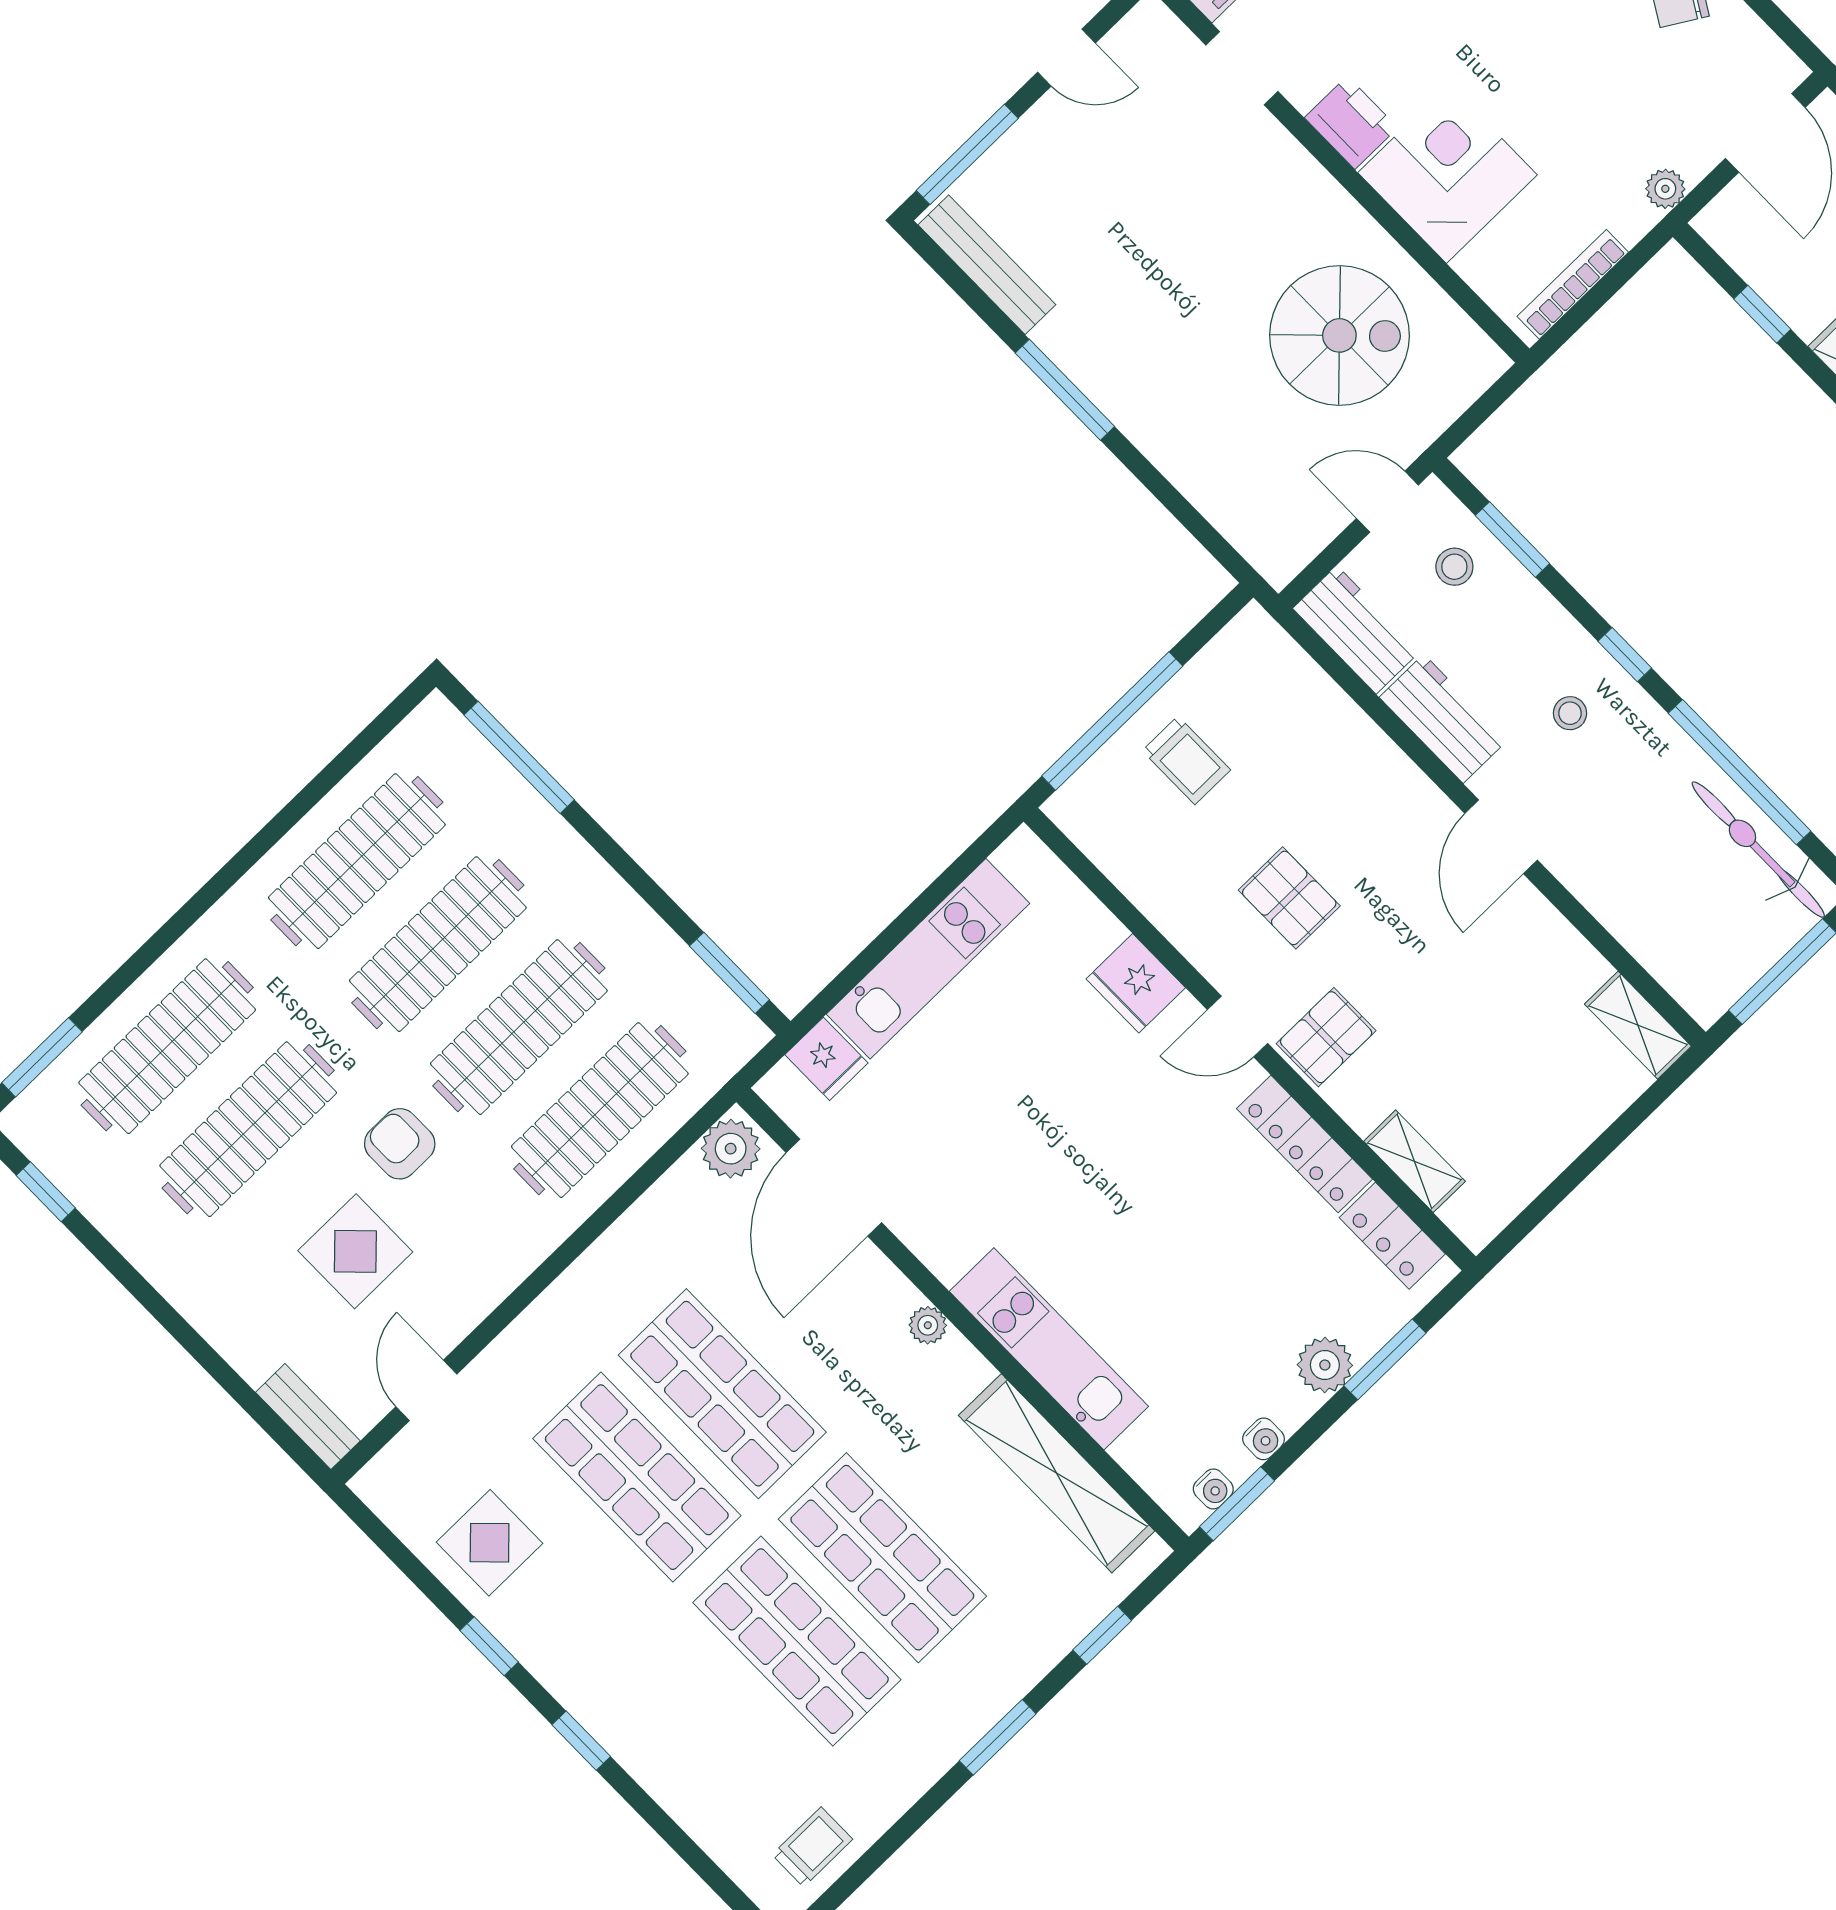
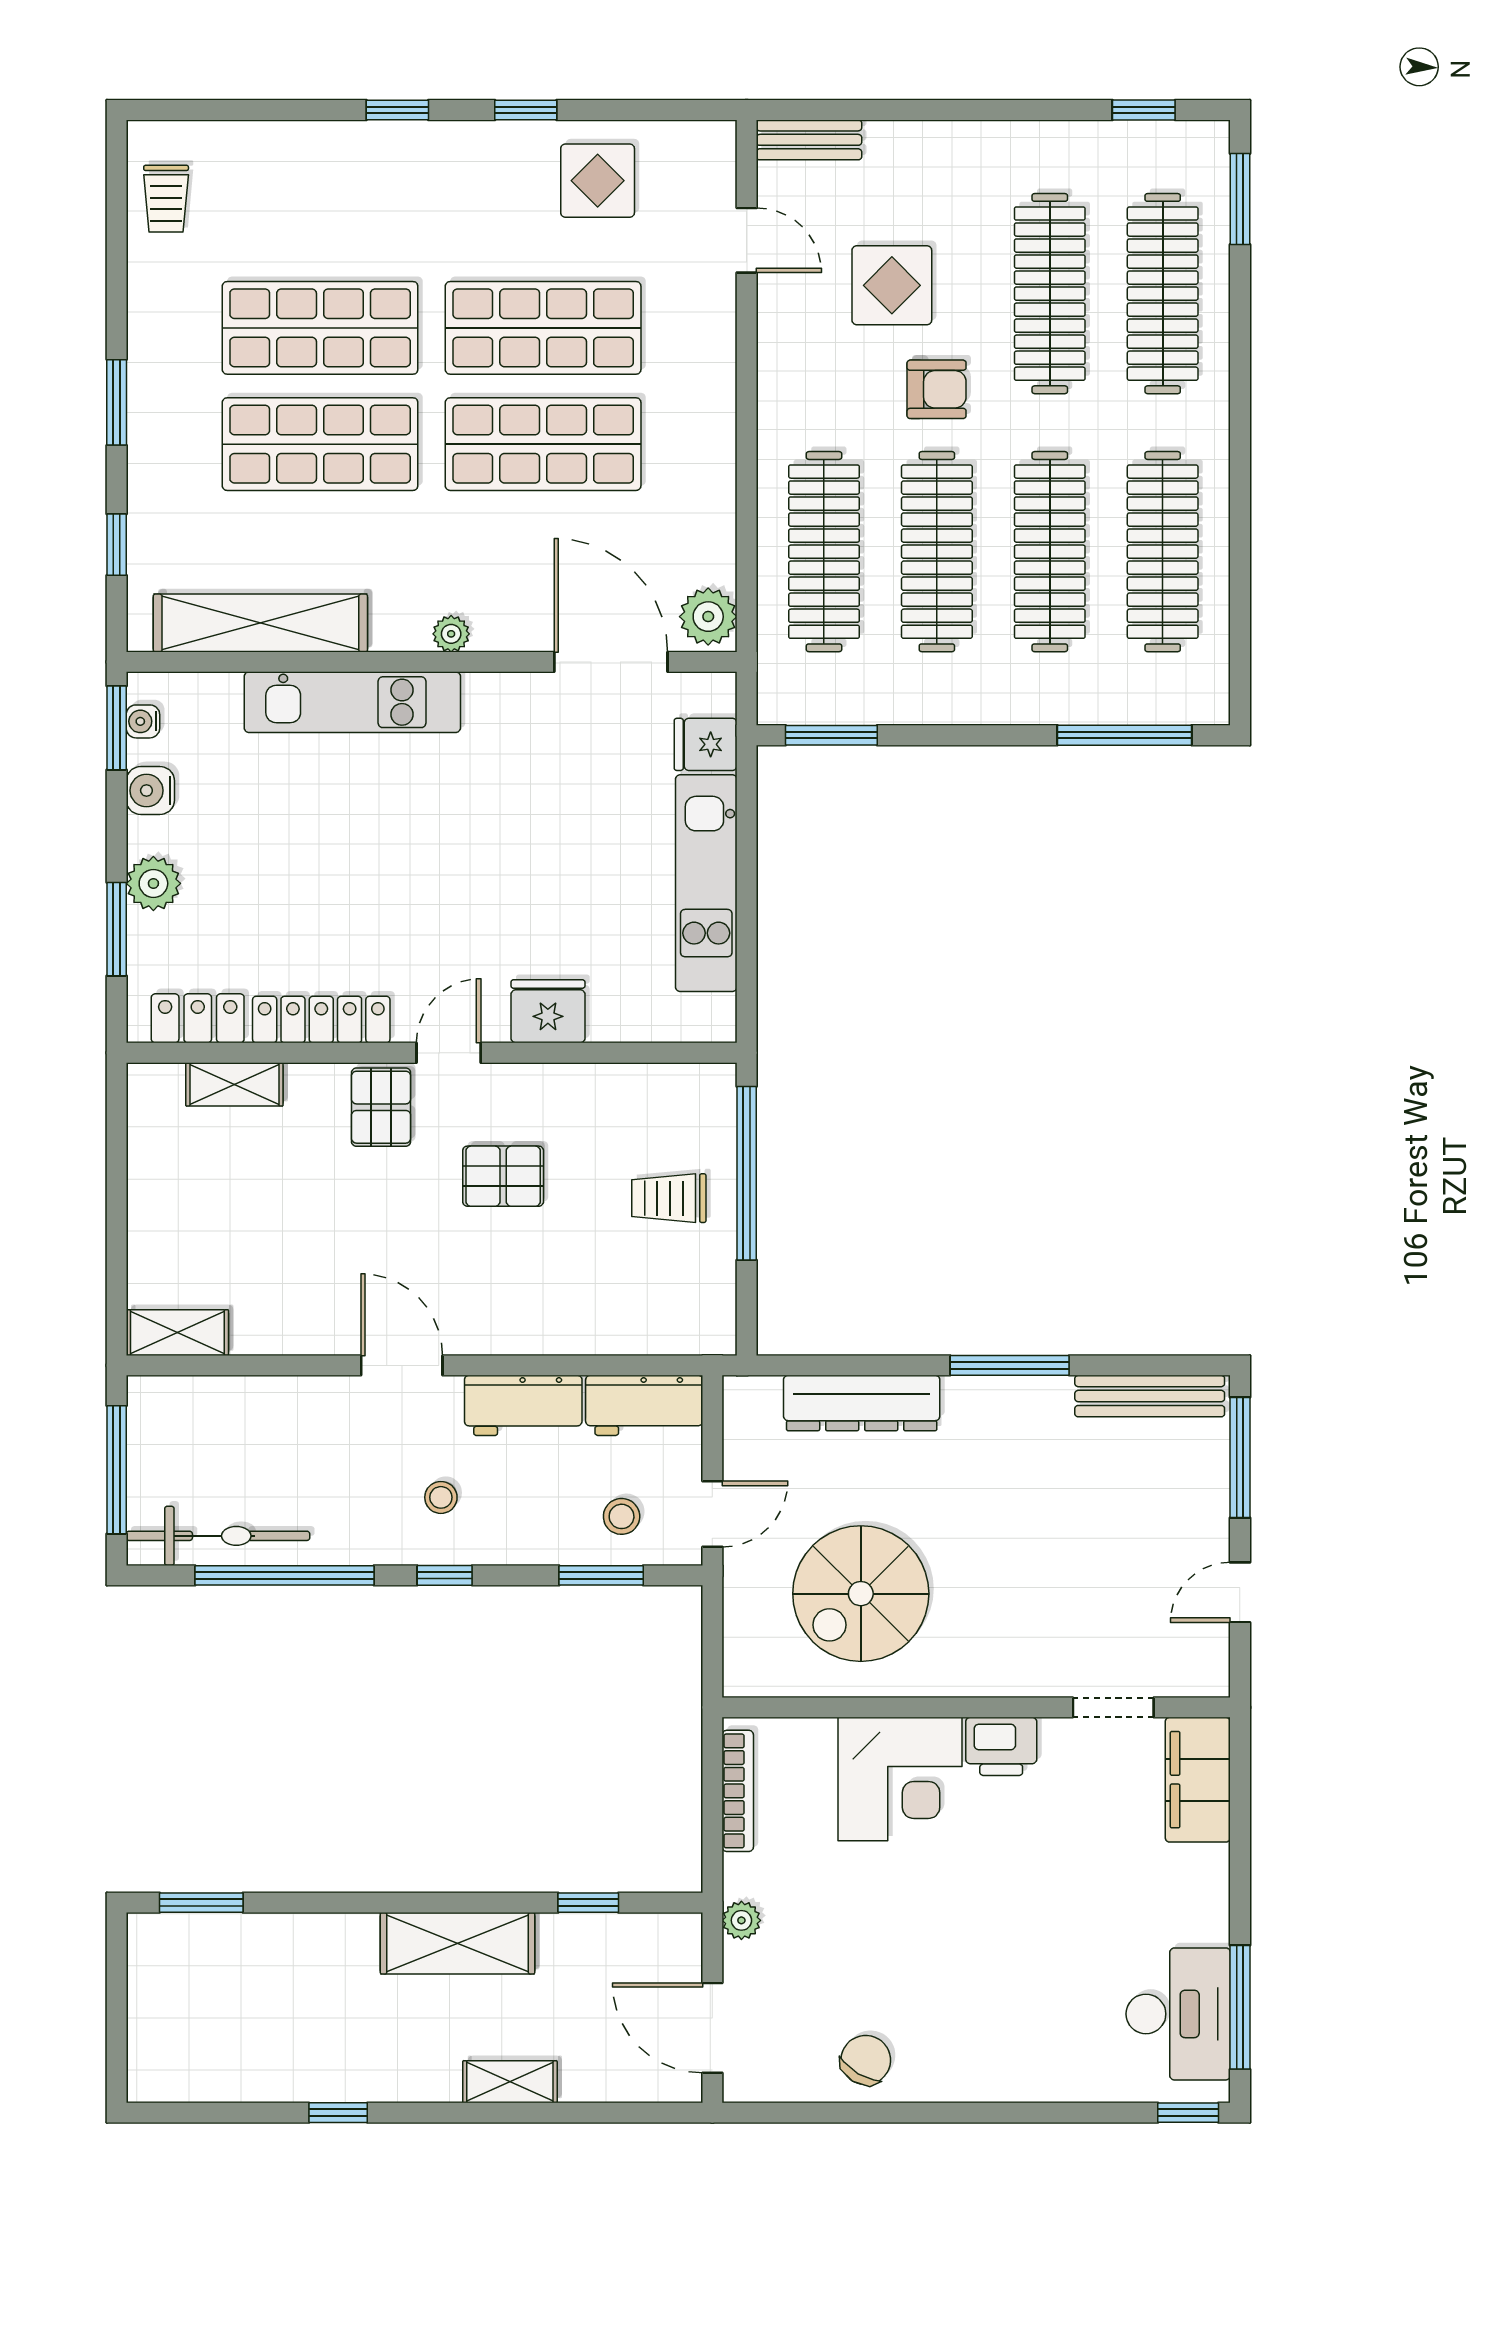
dresser: (1199, 472) -> (862, 1403), added
water cooler: (1264, 1439) -> (150, 790), width x1.38, depth x1.38

